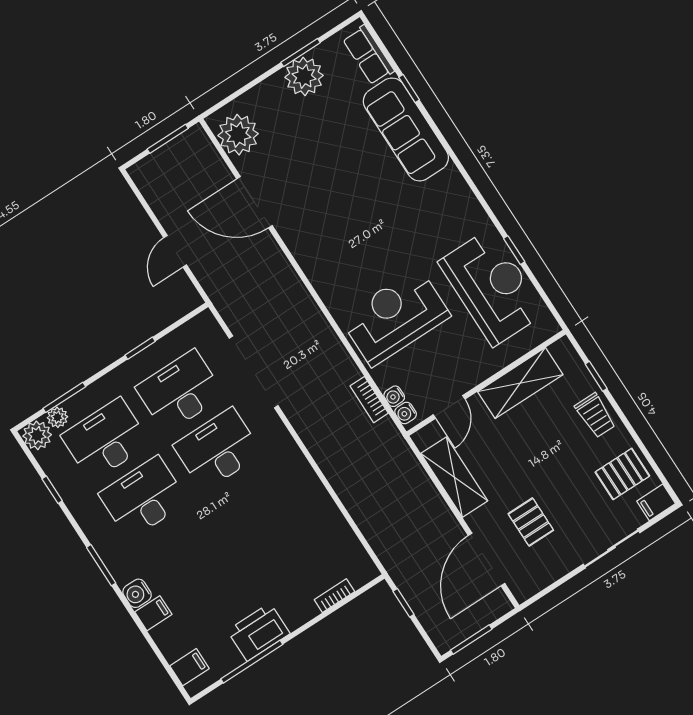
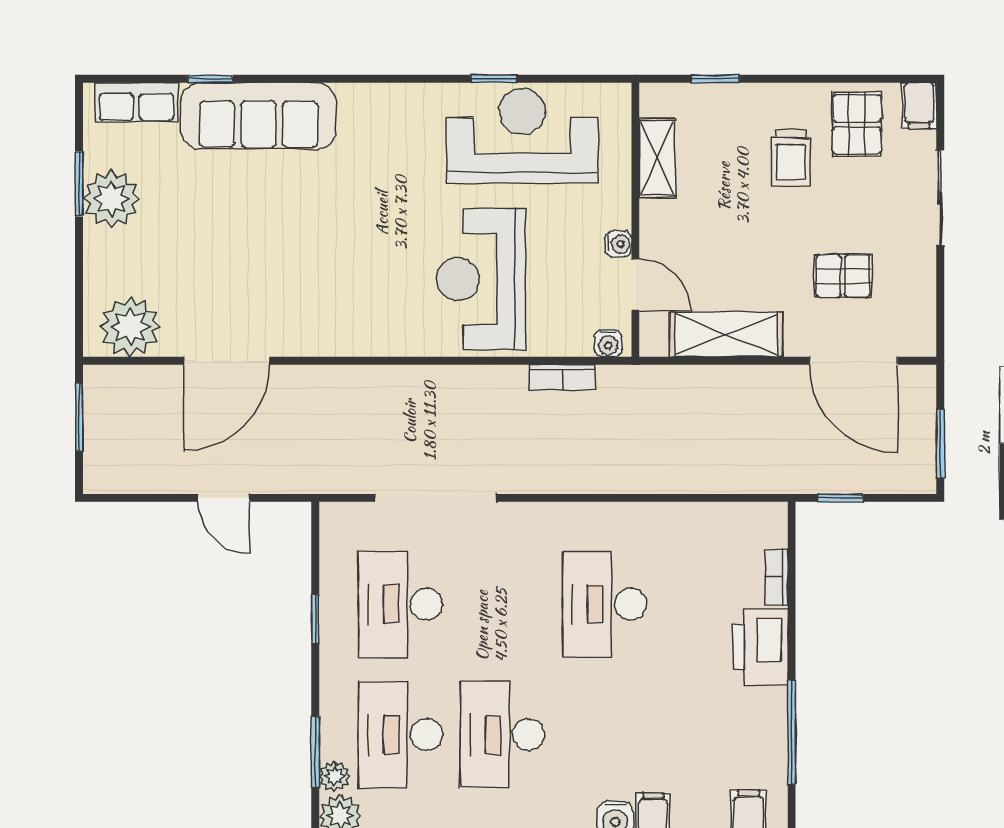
shelving: (520, 383) -> (657, 158), width x0.67, depth x0.75
water cooler: (394, 396) -> (618, 244), moved, turned -90
trolley: (595, 415) -> (791, 158), moved, turned 90
desk: (218, 449) -> (604, 604), moved
printer: (259, 632) -> (761, 647), moved

